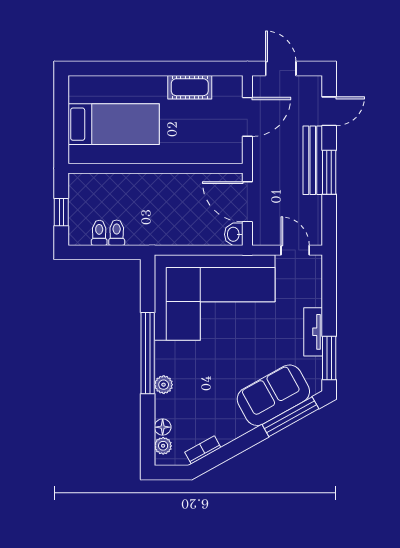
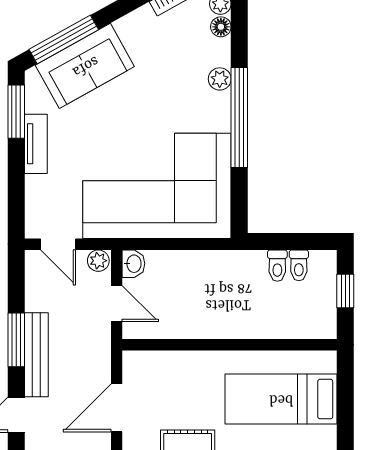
door: (247, 202) -> (117, 304), width x0.73
plant: (262, 237) -> (98, 261), added

